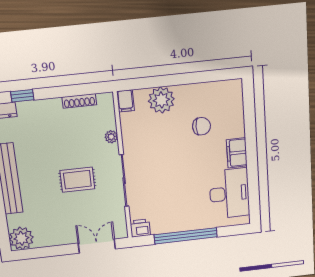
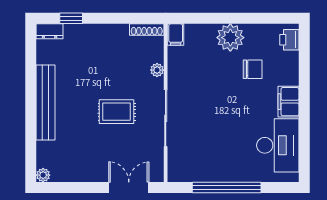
plant: (161, 100) -> (230, 38), moved
shoe rack: (79, 101) -> (147, 30), moved
printer: (140, 228) -> (289, 40), moved, turned -90
plant: (21, 238) -> (43, 175), width x0.53, depth x0.53

